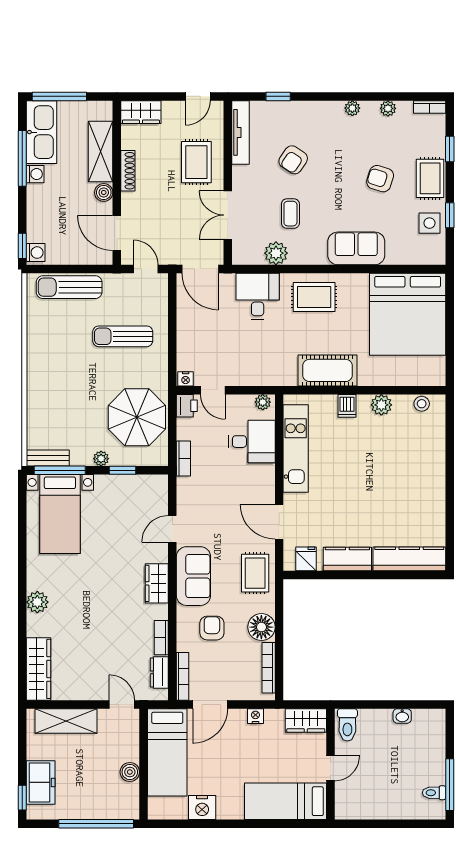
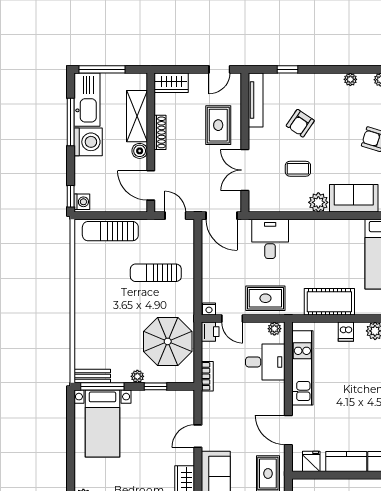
washing machine: (35, 174) -> (88, 142), width x1.89, depth x1.89
coffee table: (290, 214) -> (298, 169), turned 90
plant: (276, 253) -> (318, 202), moved
rug: (314, 297) -> (265, 298), moved

